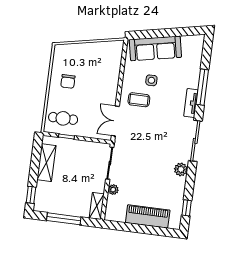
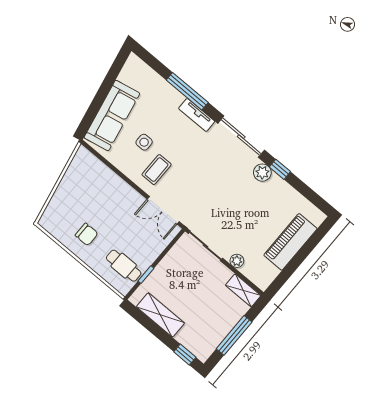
cafe table: (63, 118) -> (124, 266), turned 90
window: (187, 208) -> (280, 169), moved

